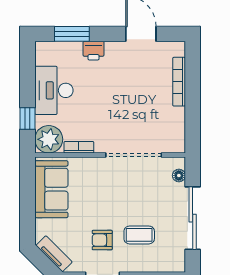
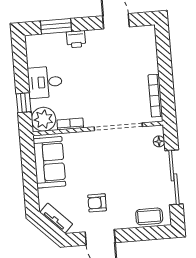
bookcase: (179, 82) -> (155, 96), moved
desk: (54, 90) -> (45, 82), width x0.73
coffee table: (139, 235) -> (149, 216), moved

